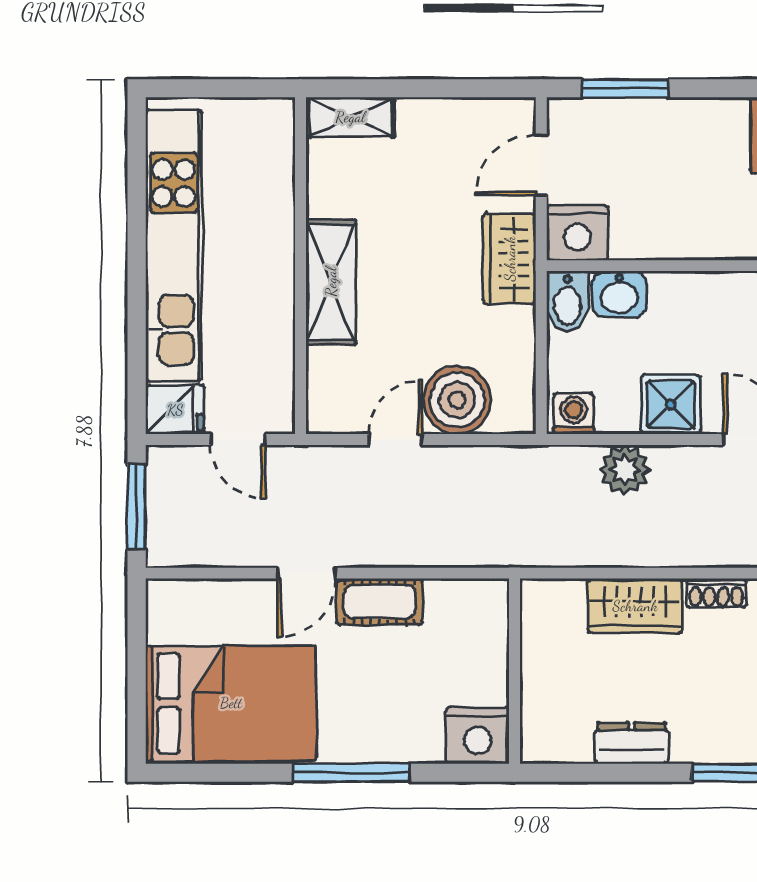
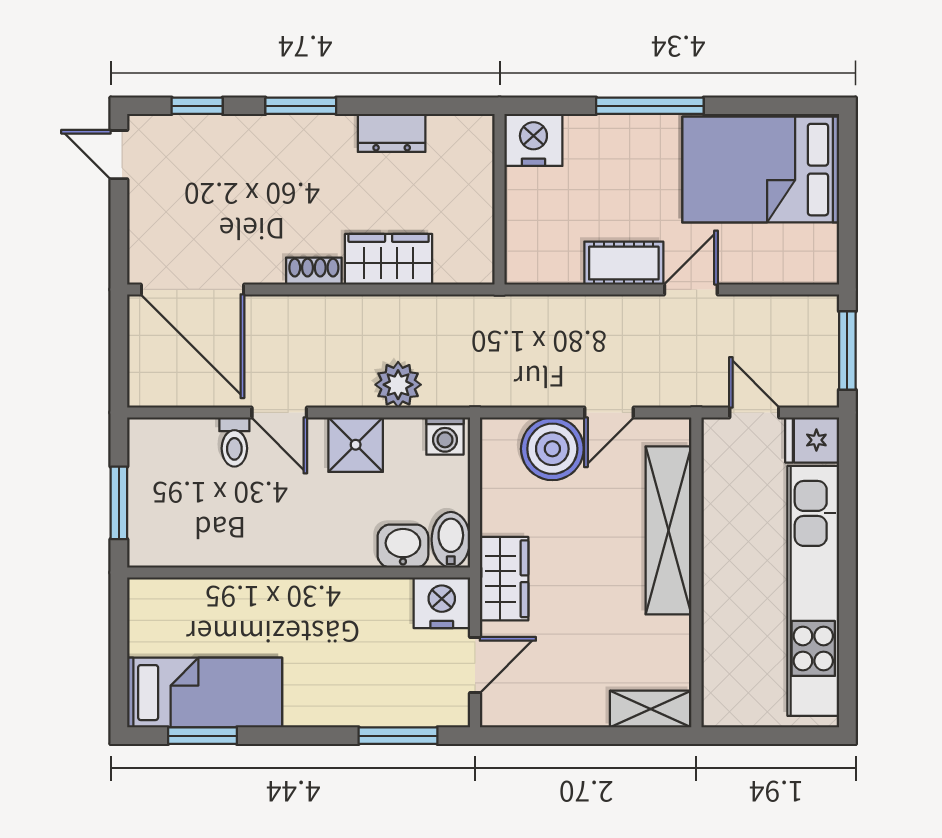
shelving: (331, 282) -> (669, 530), width x1.47

